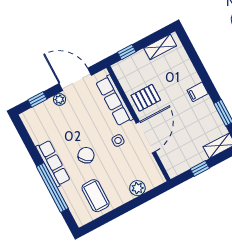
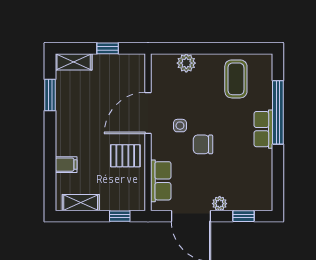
filing cabinet: (198, 92) -> (66, 165), moved
row of seats: (115, 101) -> (161, 181), width x0.68
chair: (86, 155) -> (203, 144), moved, turned 49
row of seats: (53, 163) -> (263, 129), width x0.68

